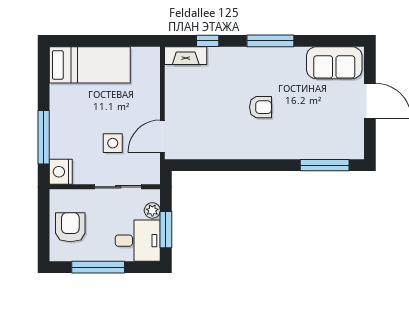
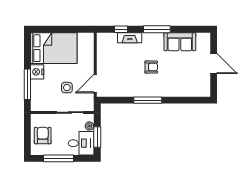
fireplace: (186, 56) -> (130, 38), moved
sofa: (334, 63) -> (180, 42), moved
bed: (90, 65) -> (54, 48), width x1.50
window: (325, 165) -> (148, 100), moved
nightstand: (61, 172) -> (37, 72), moved

